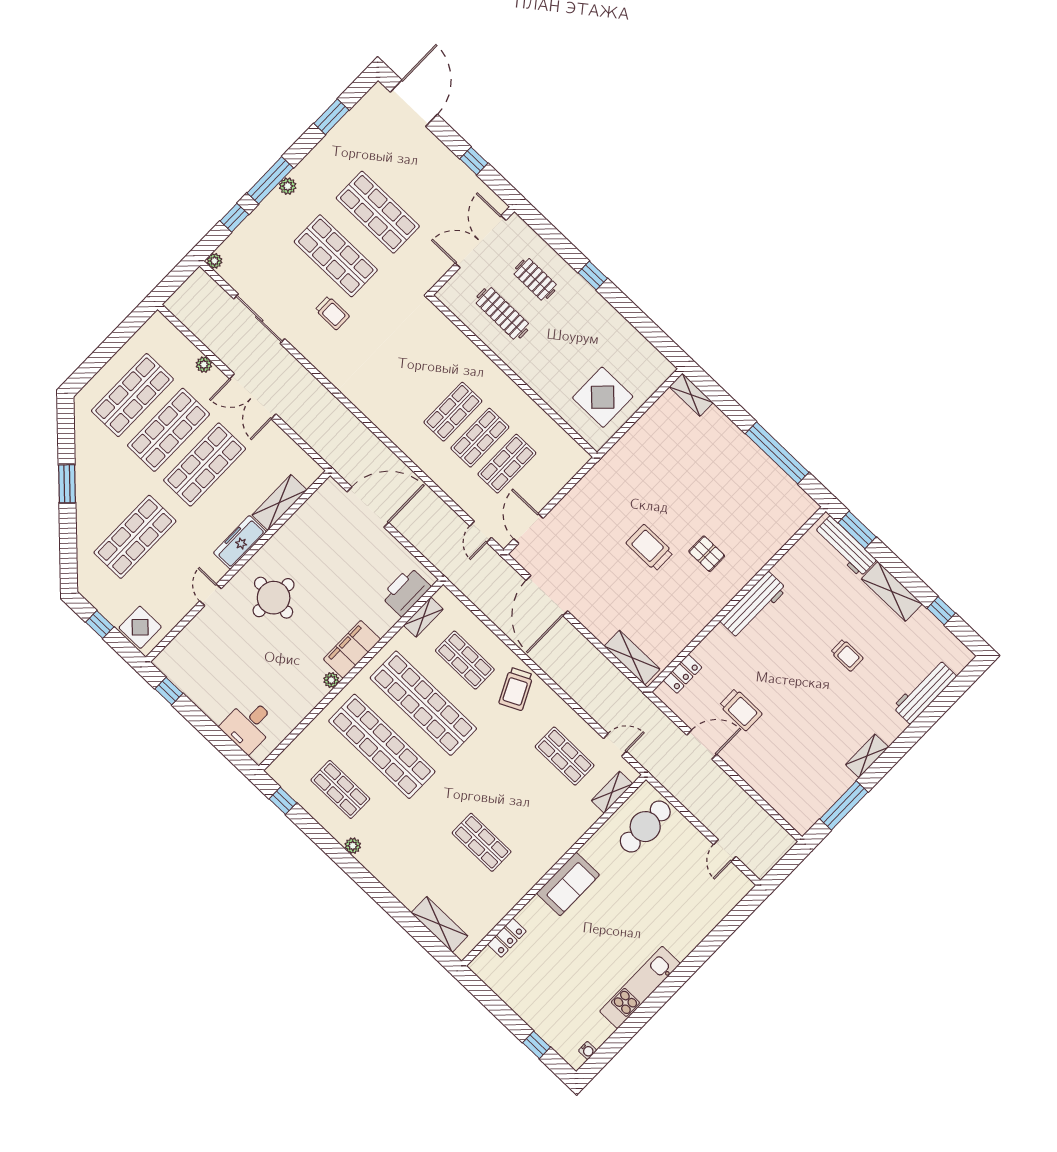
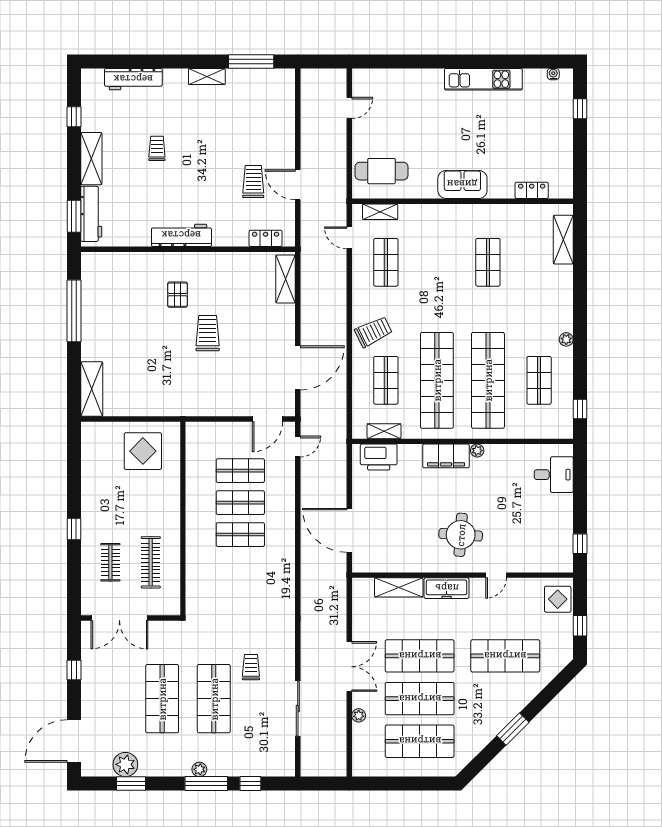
plant: (214, 261) -> (125, 764), moved, width x1.88, depth x1.88
shelving: (691, 395) -> (92, 389), width x1.50, depth x1.33
trolley: (650, 548) -> (208, 333), turned 180

